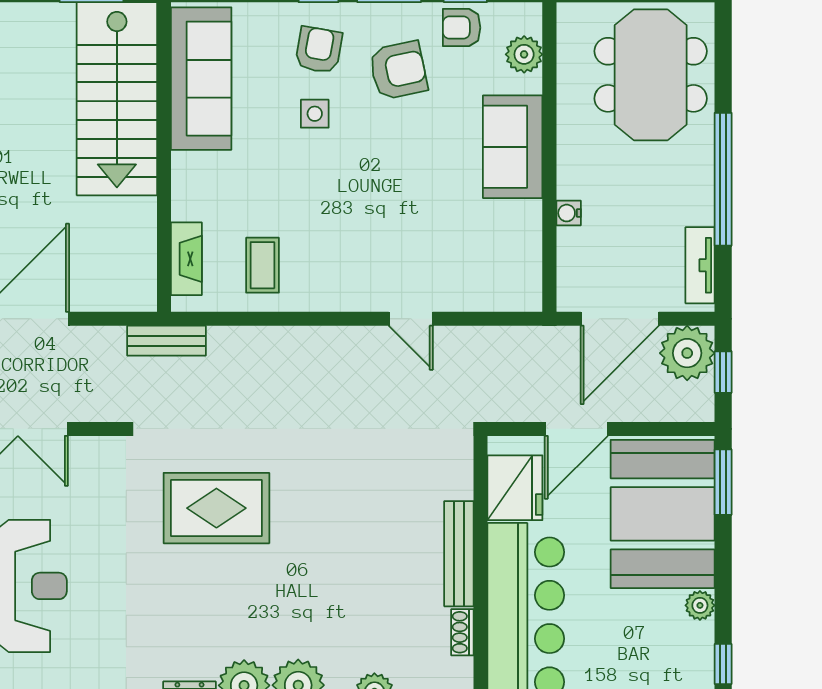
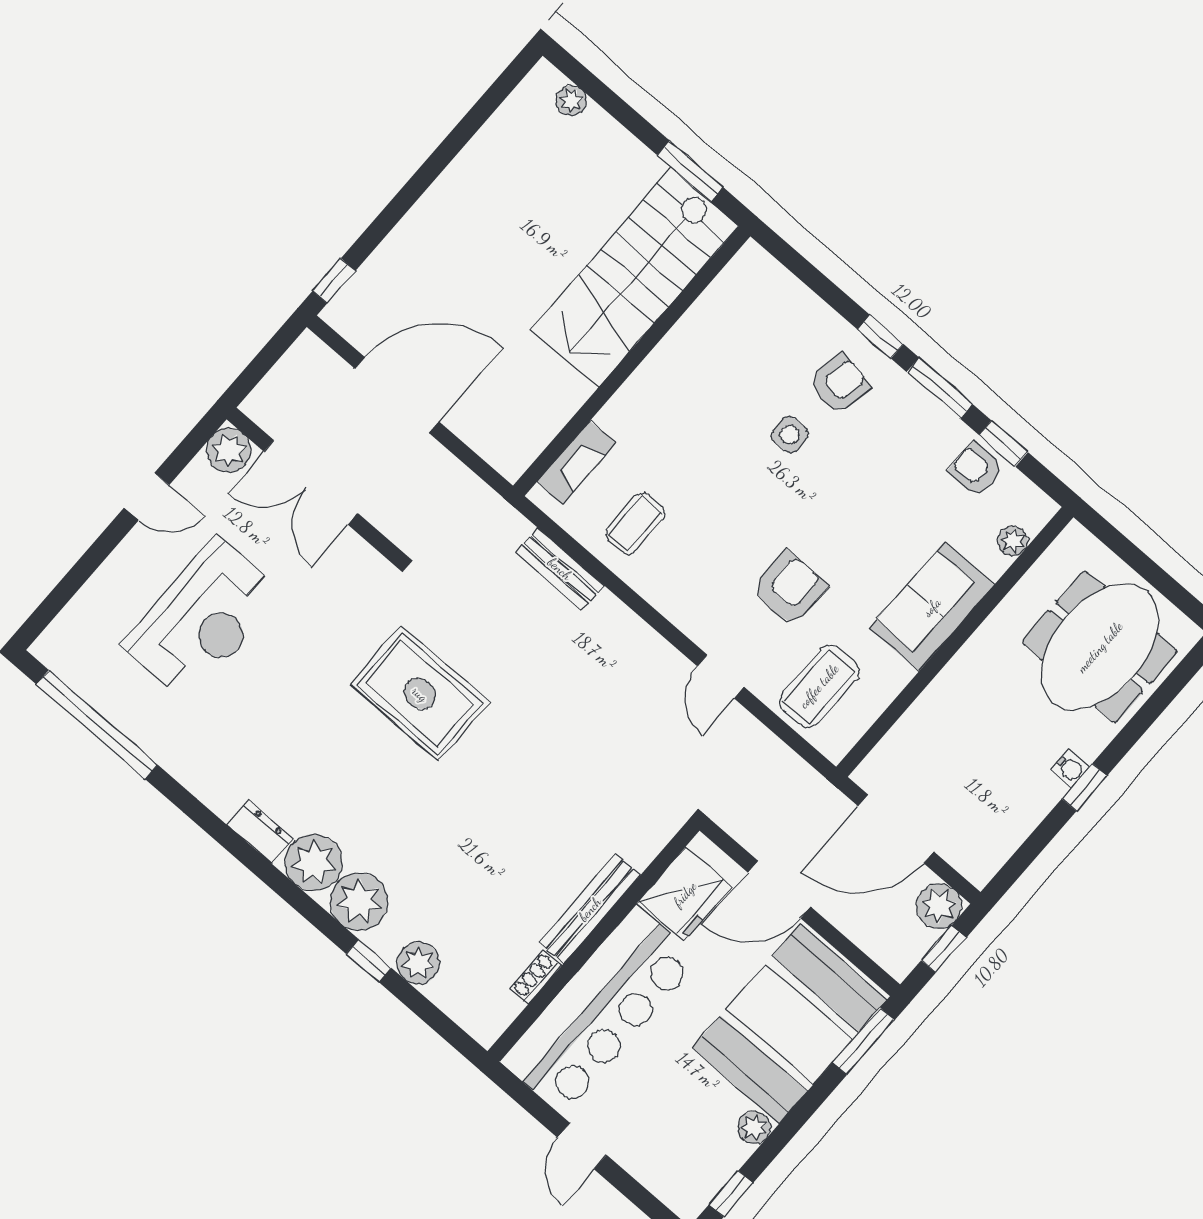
plant: (524, 54) -> (1013, 541), width x0.73, depth x0.73
armchair: (398, 70) -> (789, 589), moved, turned -78
sofa: (201, 79) -> (720, 322), removed
window: (723, 179) -> (1084, 787), width x0.32
water cooler: (569, 213) -> (1070, 768), moved, turned 180
tv unit: (700, 265) -> (1002, 843), removed
coffee table: (483, 267) -> (819, 686), added
bench: (167, 341) -> (560, 569), moved
plant: (687, 353) -> (939, 906), width x0.73, depth x0.73

